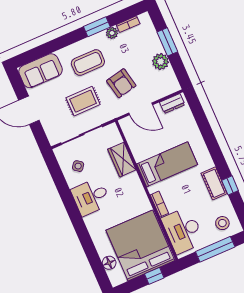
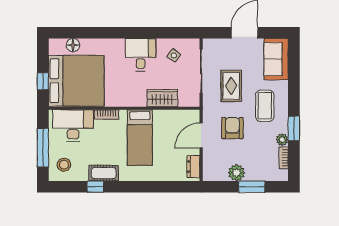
armchair: (121, 83) -> (232, 128), turned 102

